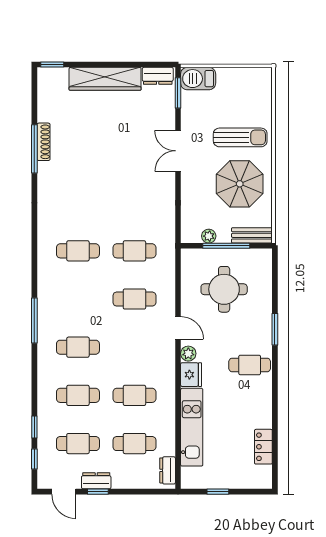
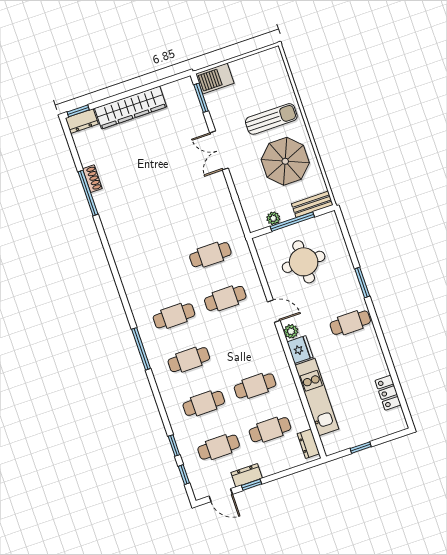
dresser: (158, 76) -> (82, 121), moved
shoe rack: (44, 142) -> (92, 179), width x0.70
cafe table: (78, 251) -> (174, 316), moved

